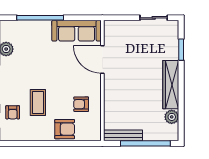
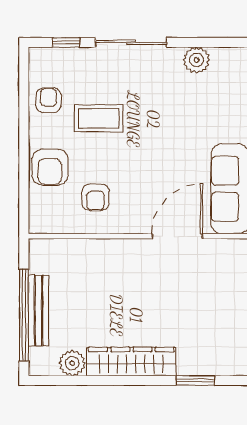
armchair: (81, 104) -> (96, 197), turned 180
armchair: (13, 112) -> (48, 100), moved, turned 90
bench: (123, 135) -> (38, 311), moved

